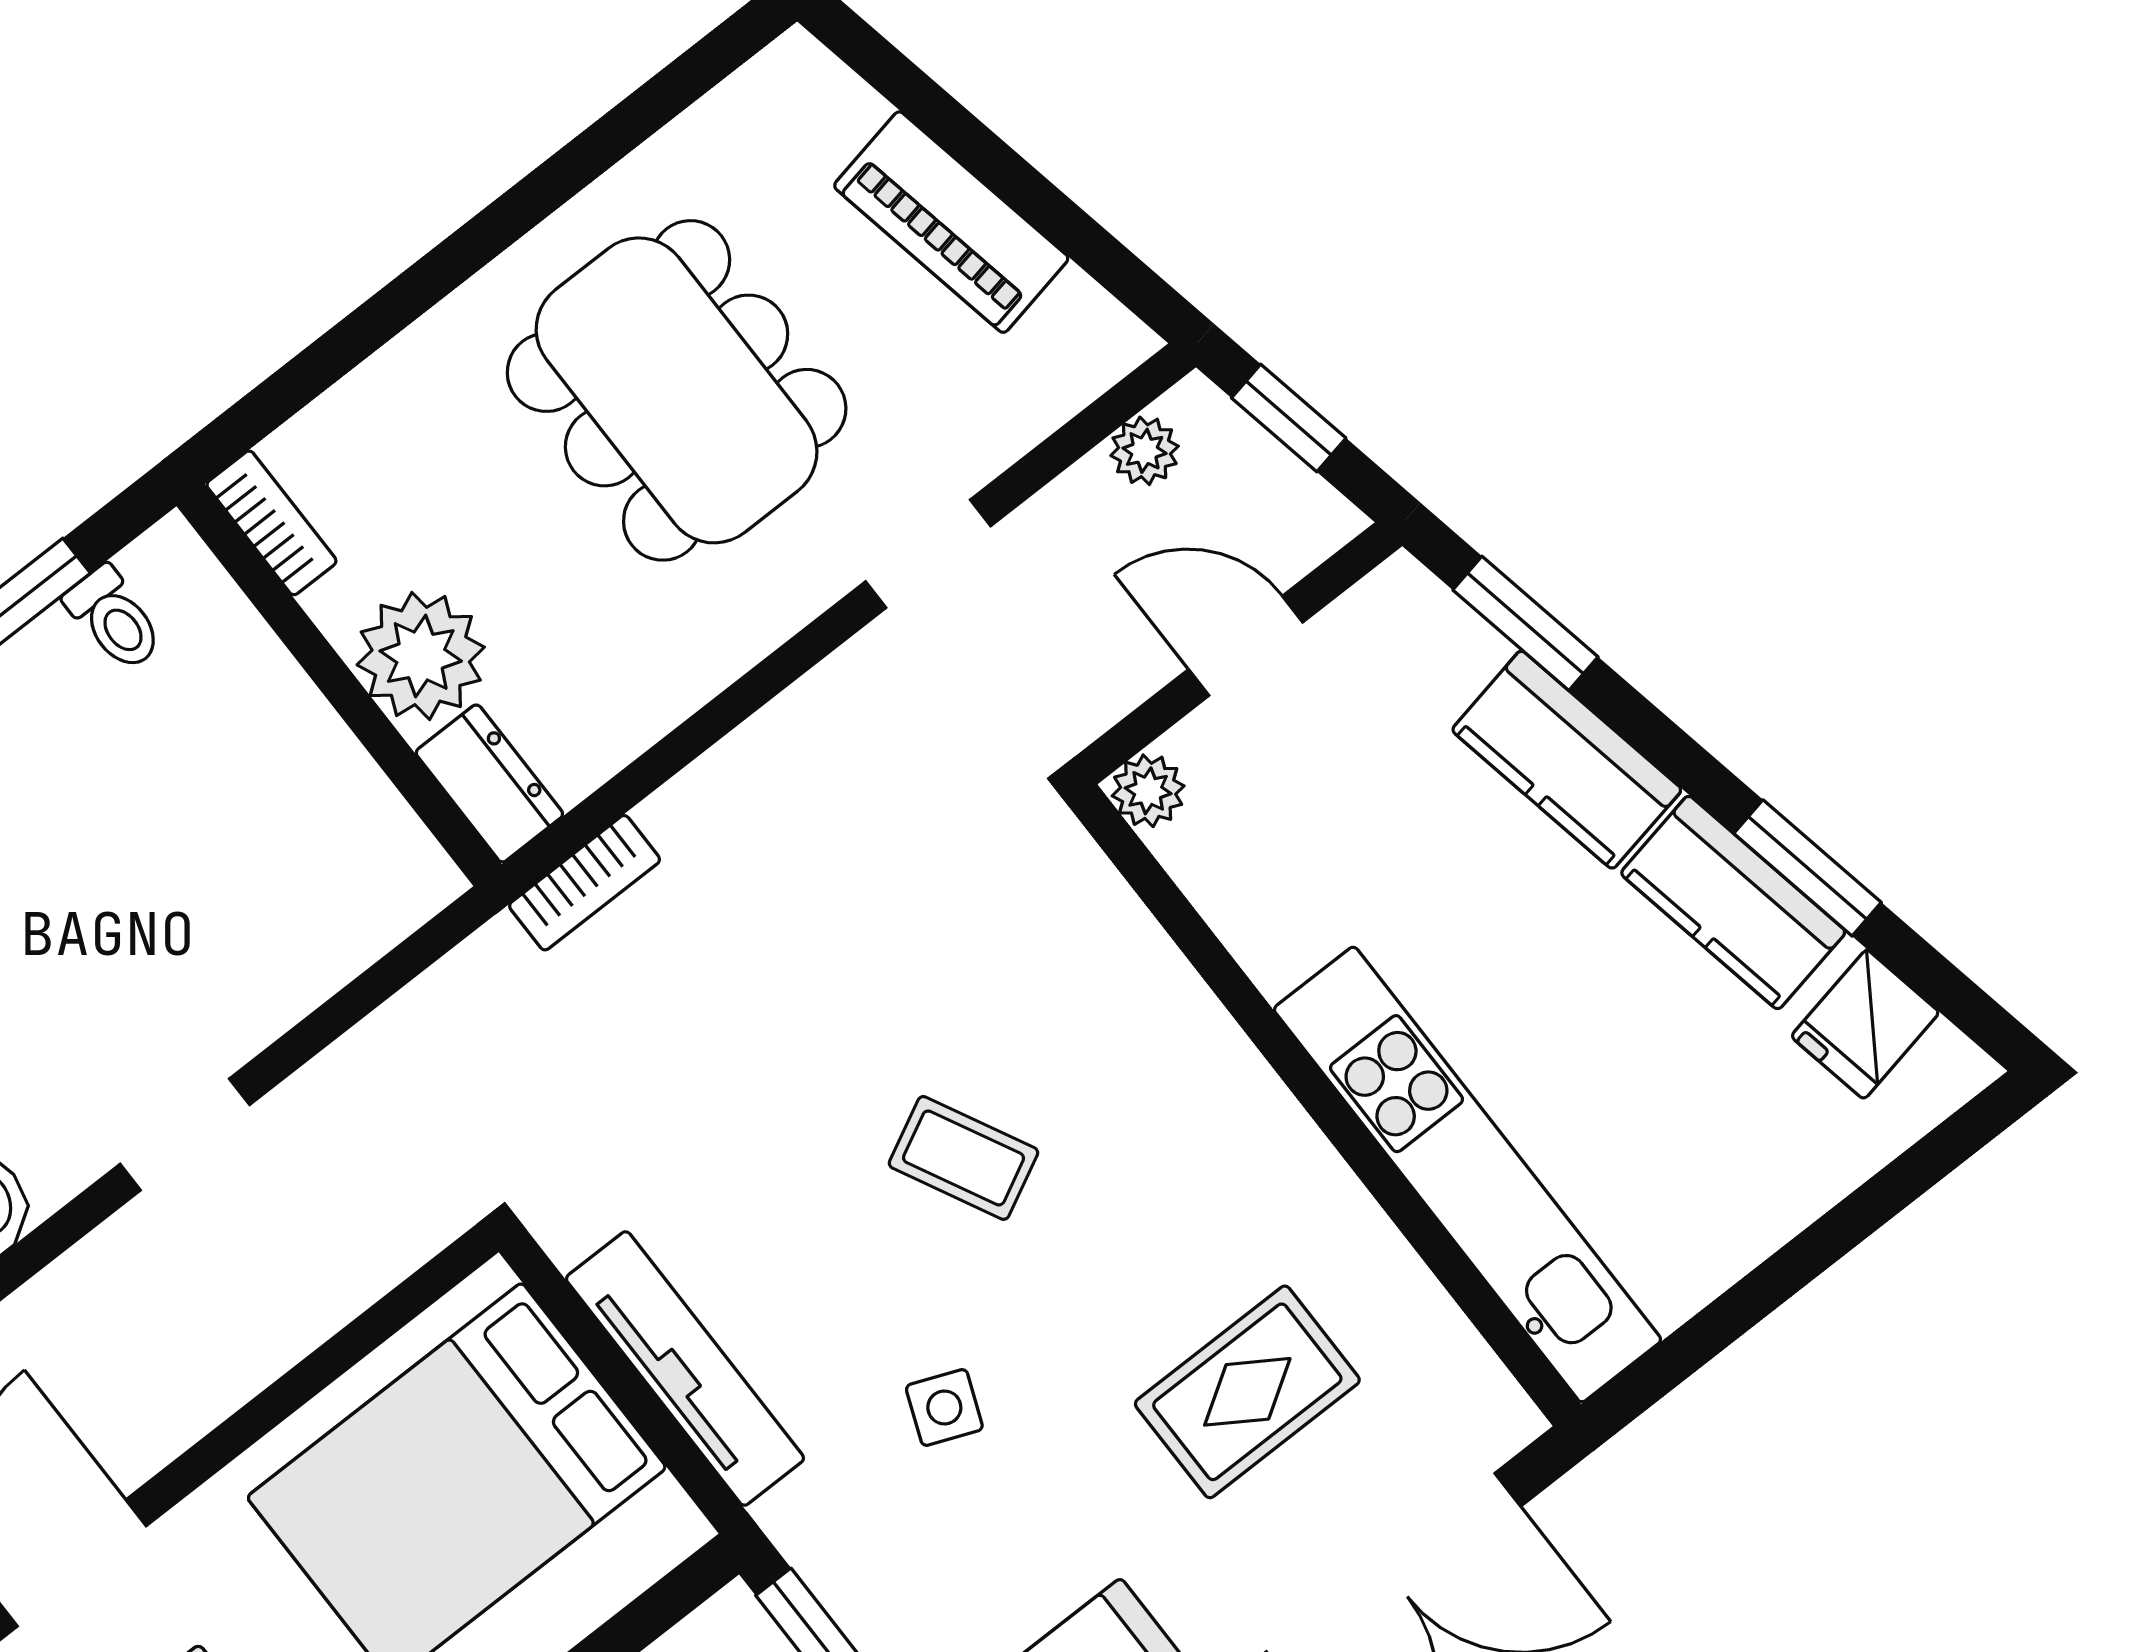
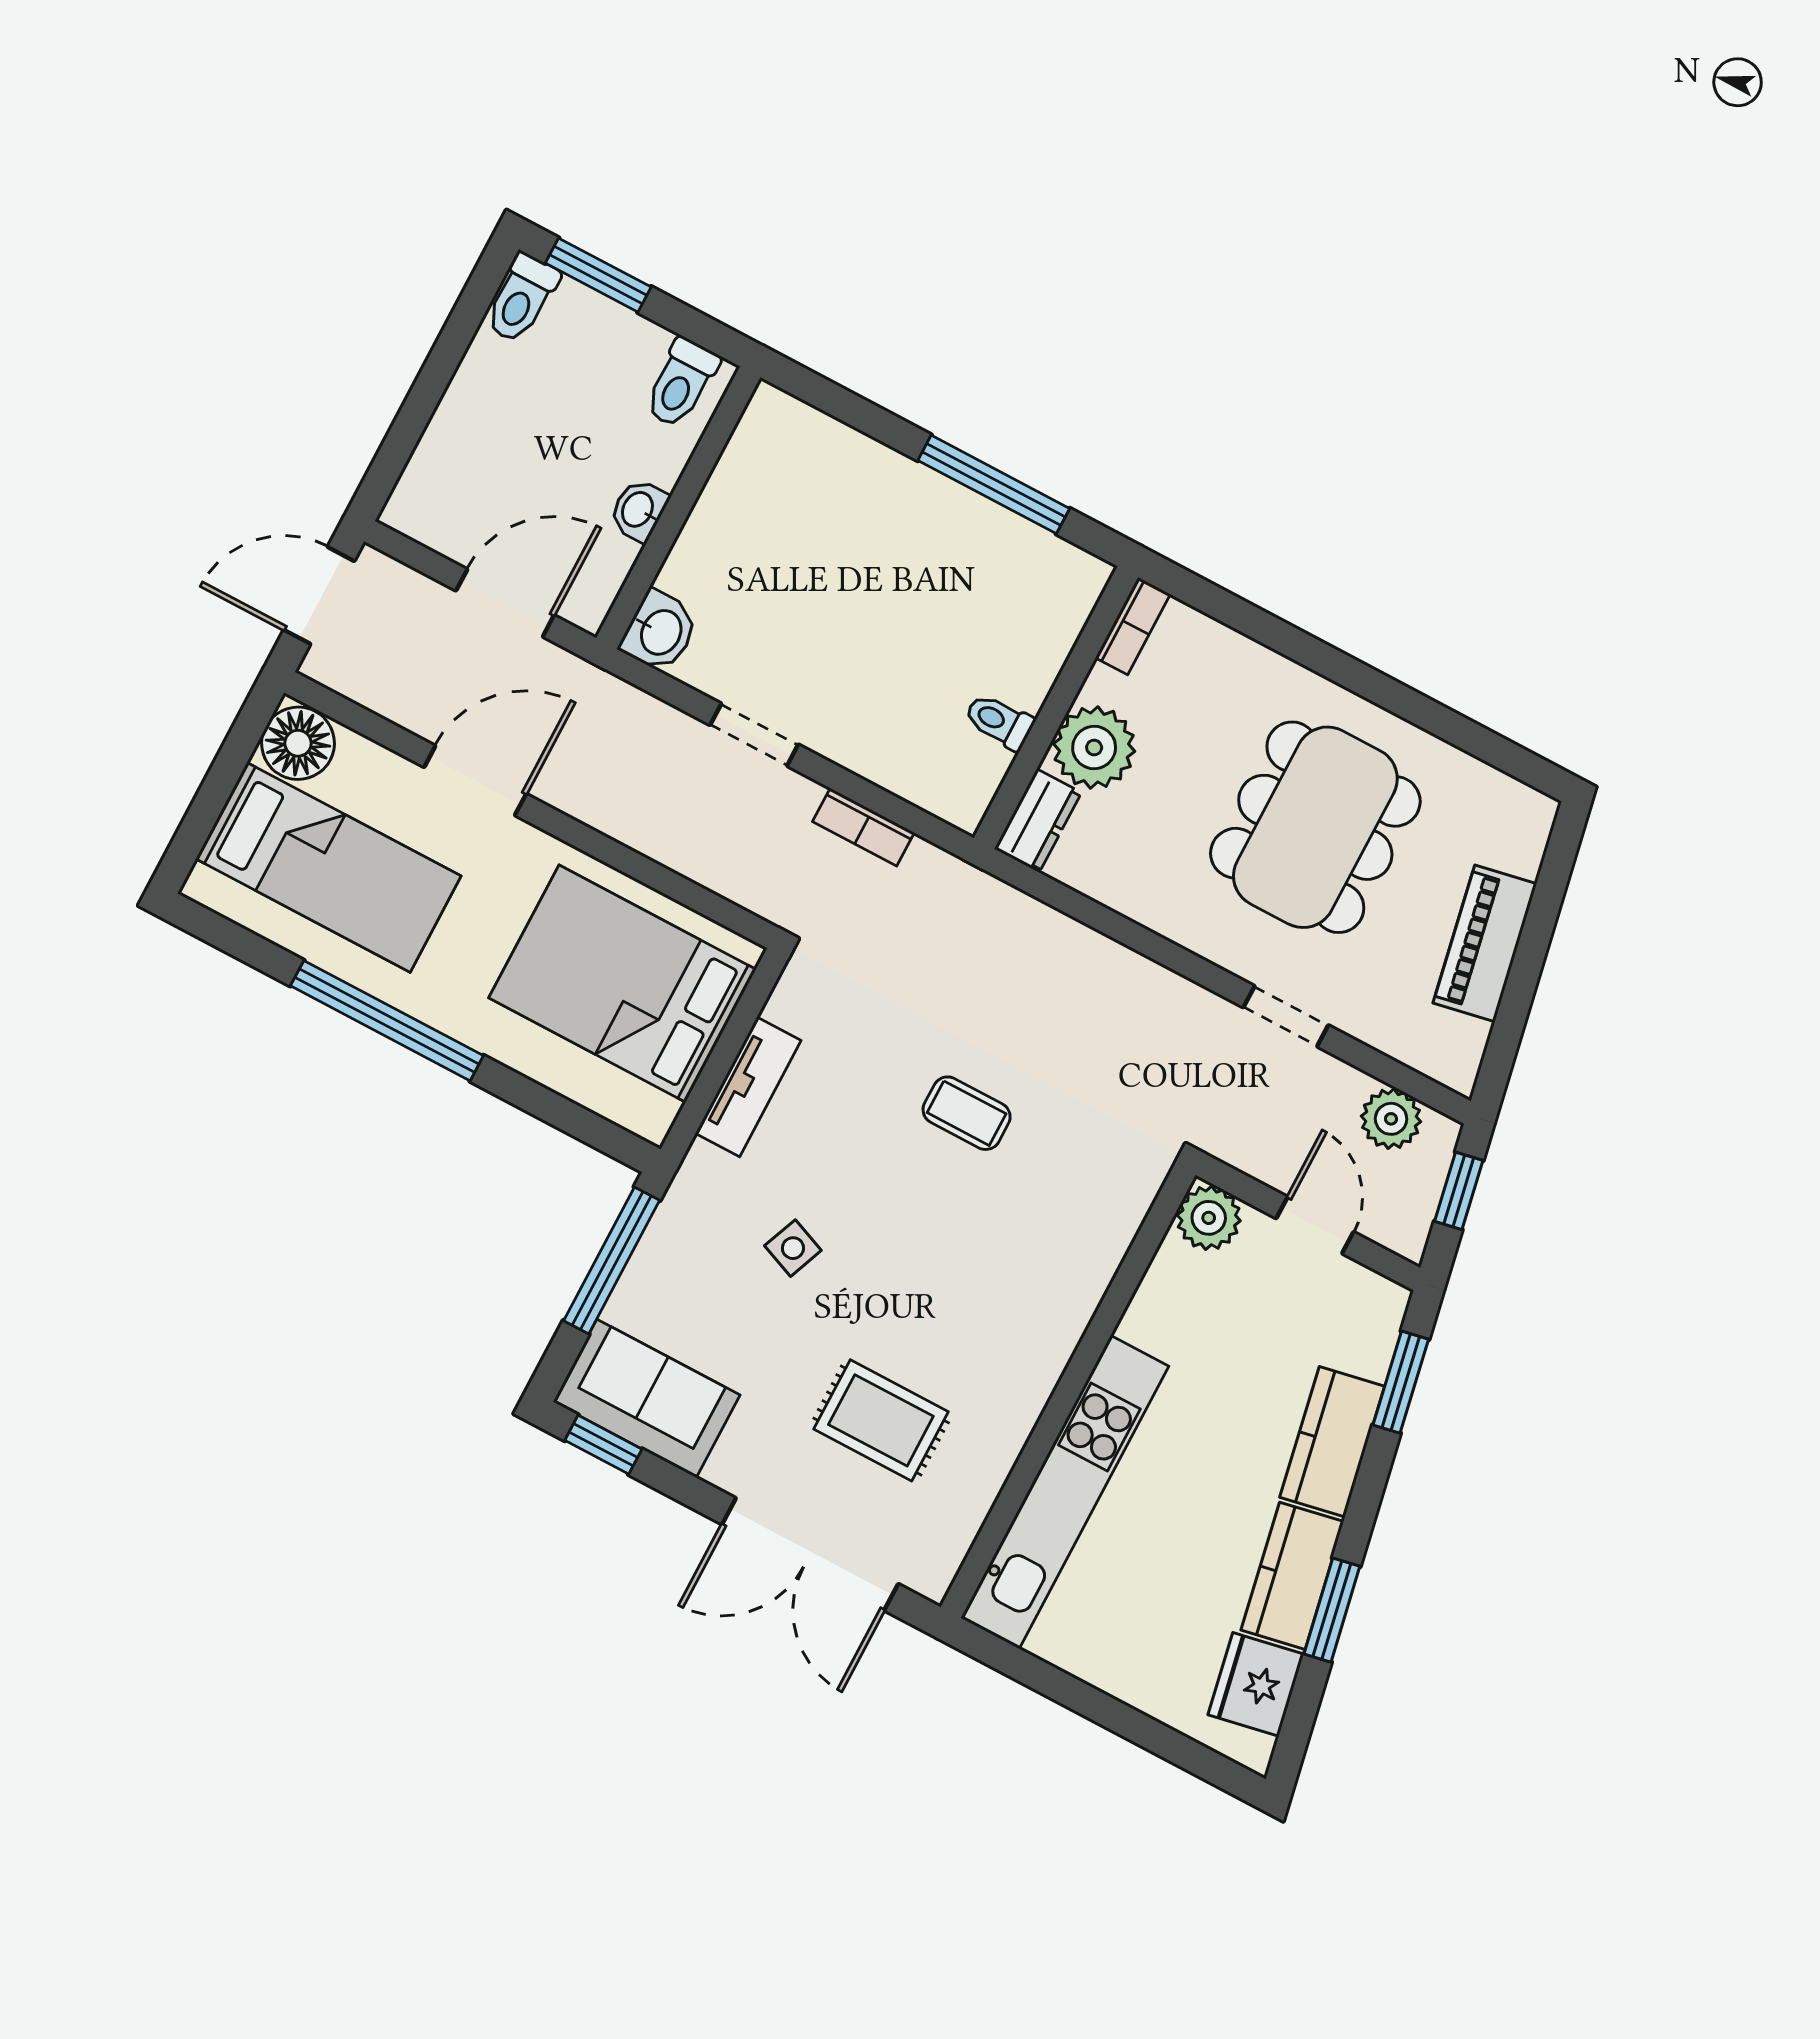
plant: (1145, 451) -> (1391, 1119), width x1.38, depth x1.38
toilet: (114, 619) -> (999, 721), moved, turned 90
plant: (1148, 791) -> (1209, 1218), width x1.38, depth x1.38
bookcase: (585, 883) -> (863, 827), moved
fridge: (1865, 1024) -> (1256, 1684), width x1.38
coffee table: (964, 1158) -> (967, 1113), moved, turned -63
tv unit: (685, 1368) -> (748, 1087), width x0.71

